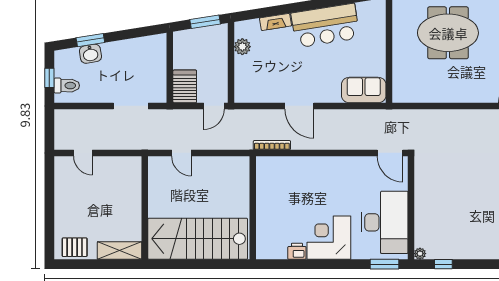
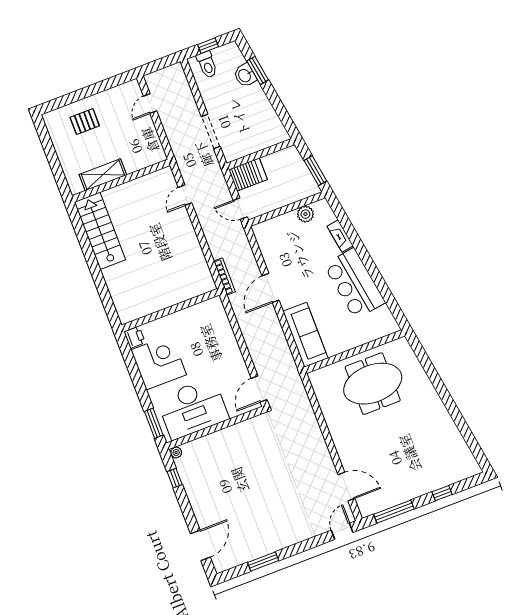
meeting table: (448, 33) -> (373, 384), moved, turned 90
sofa: (364, 90) -> (305, 335), width x1.36
wall: (253, 208) -> (171, 310), moved
stairs: (198, 239) -> (100, 231), width x0.73, depth x0.66
pallet: (75, 247) -> (85, 122), moved, turned 90
shelving: (119, 251) -> (103, 175), moved, turned 90

